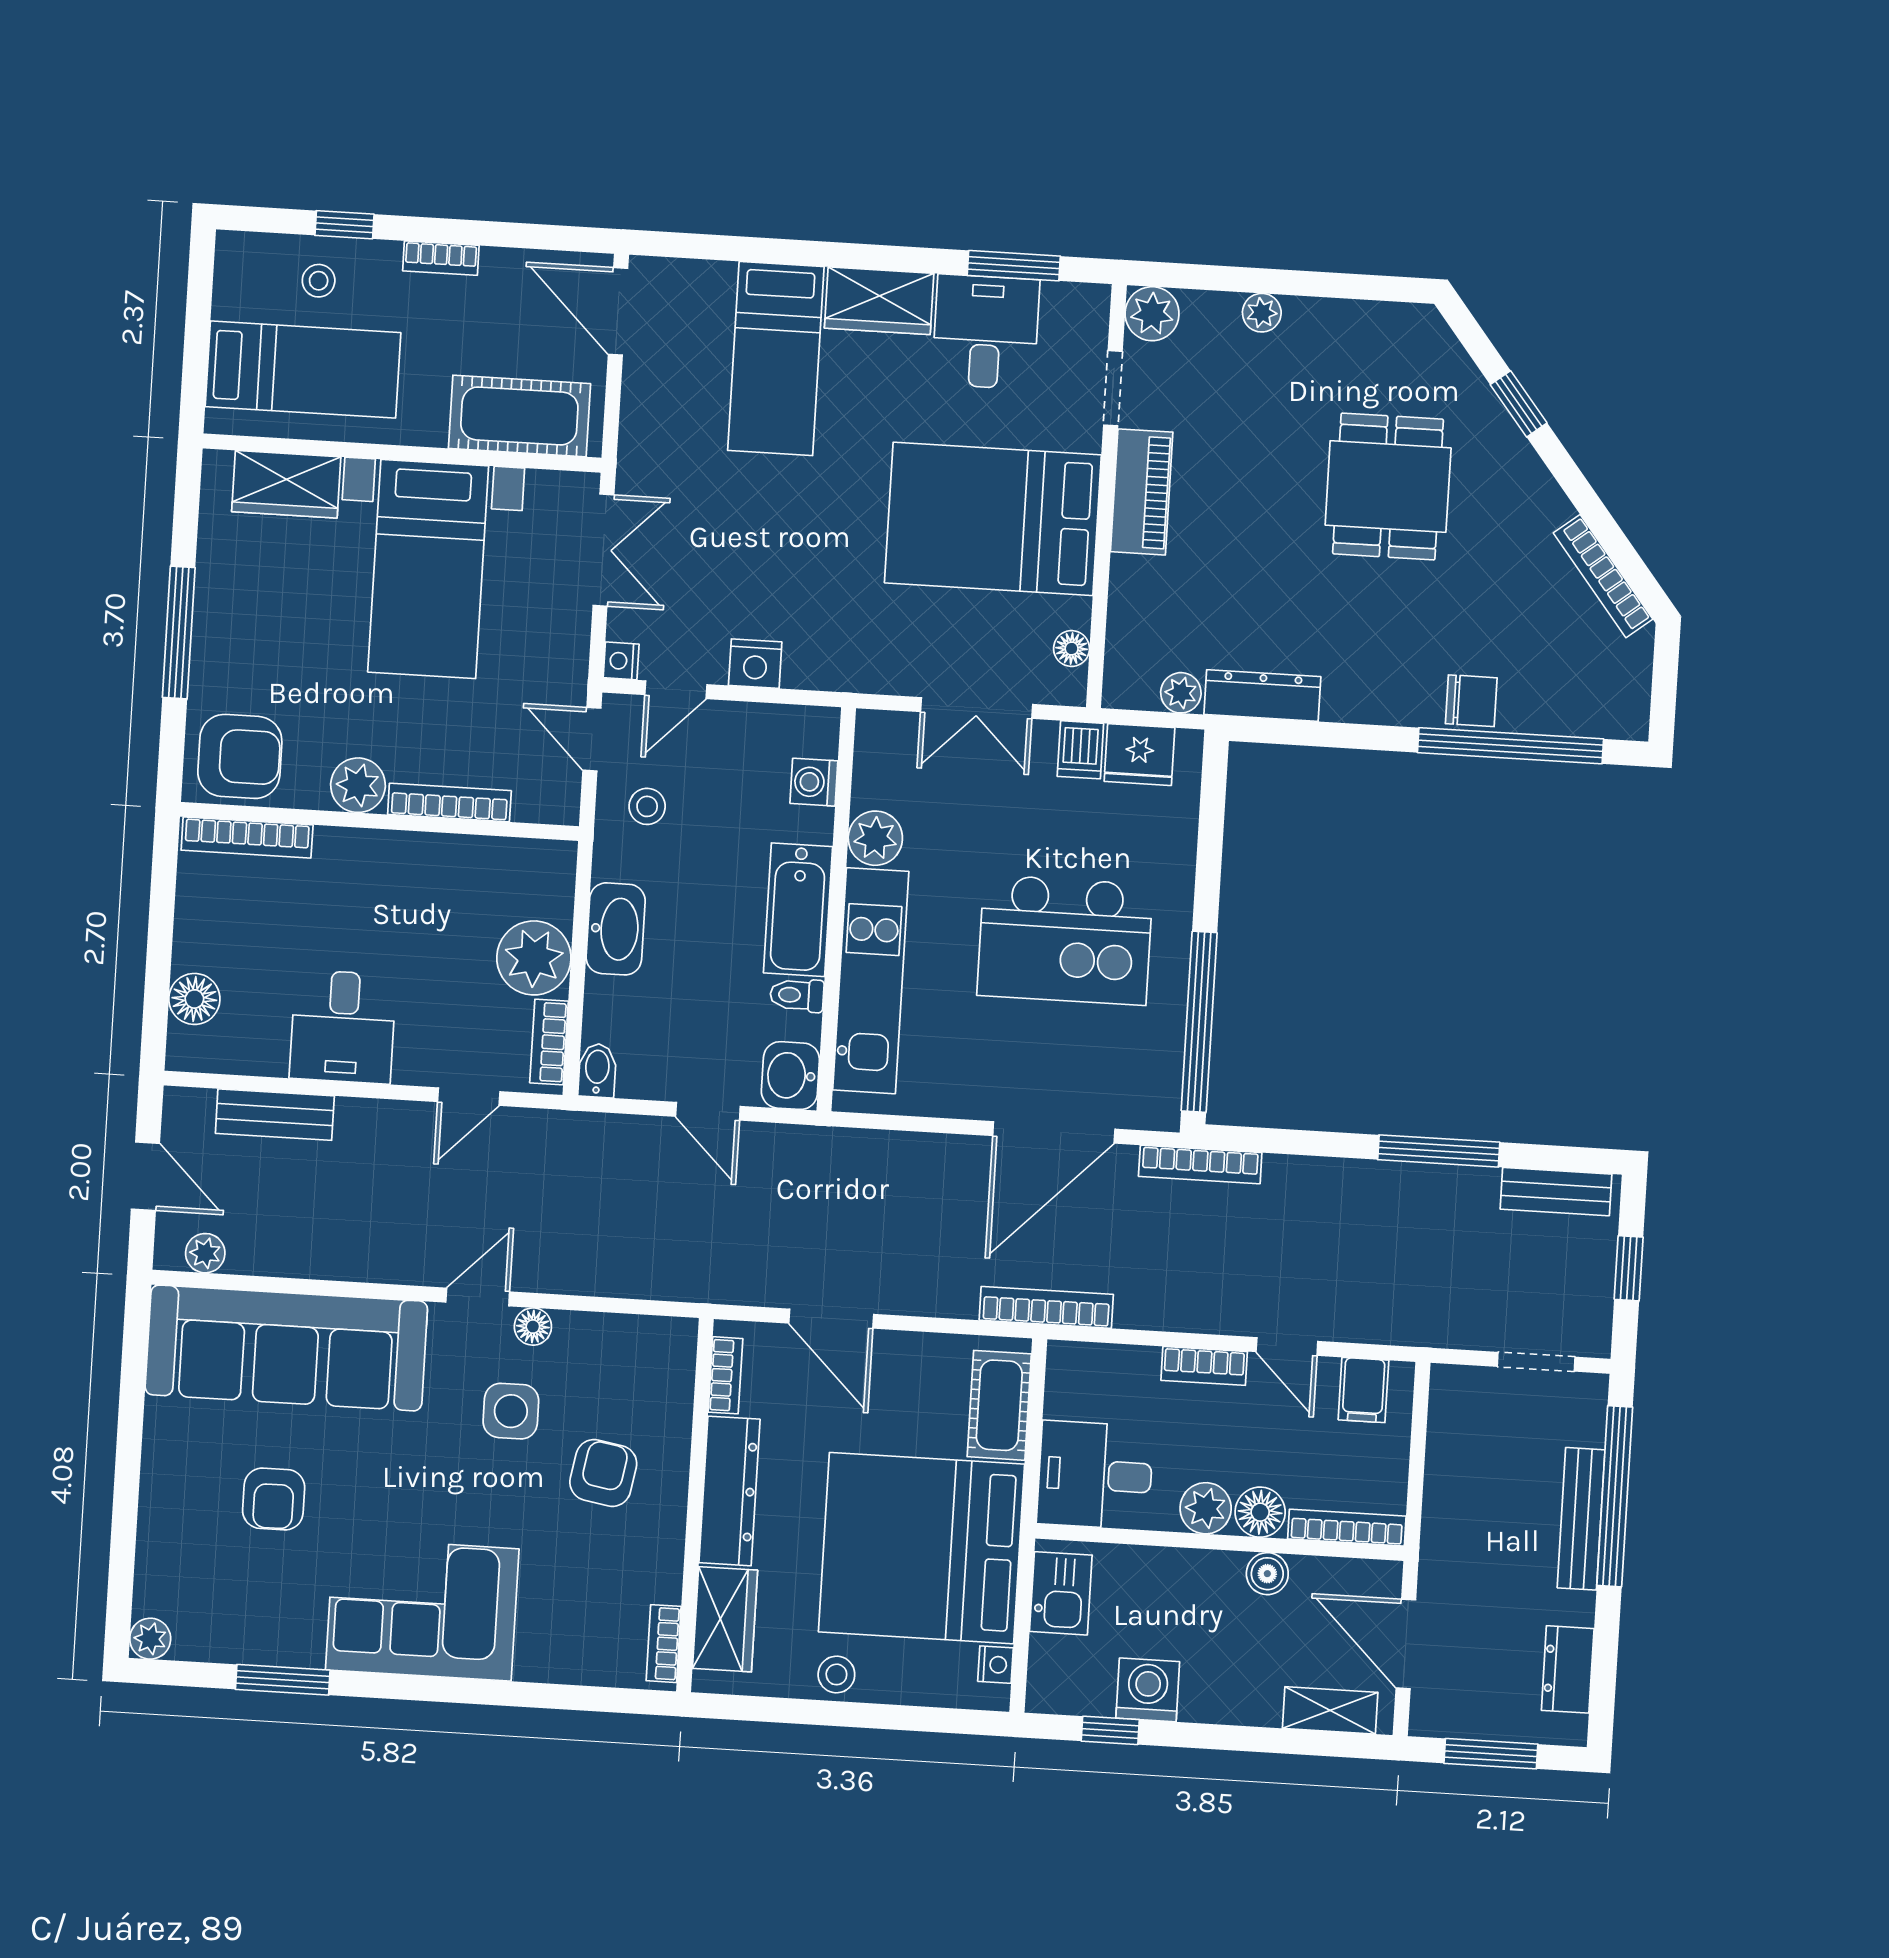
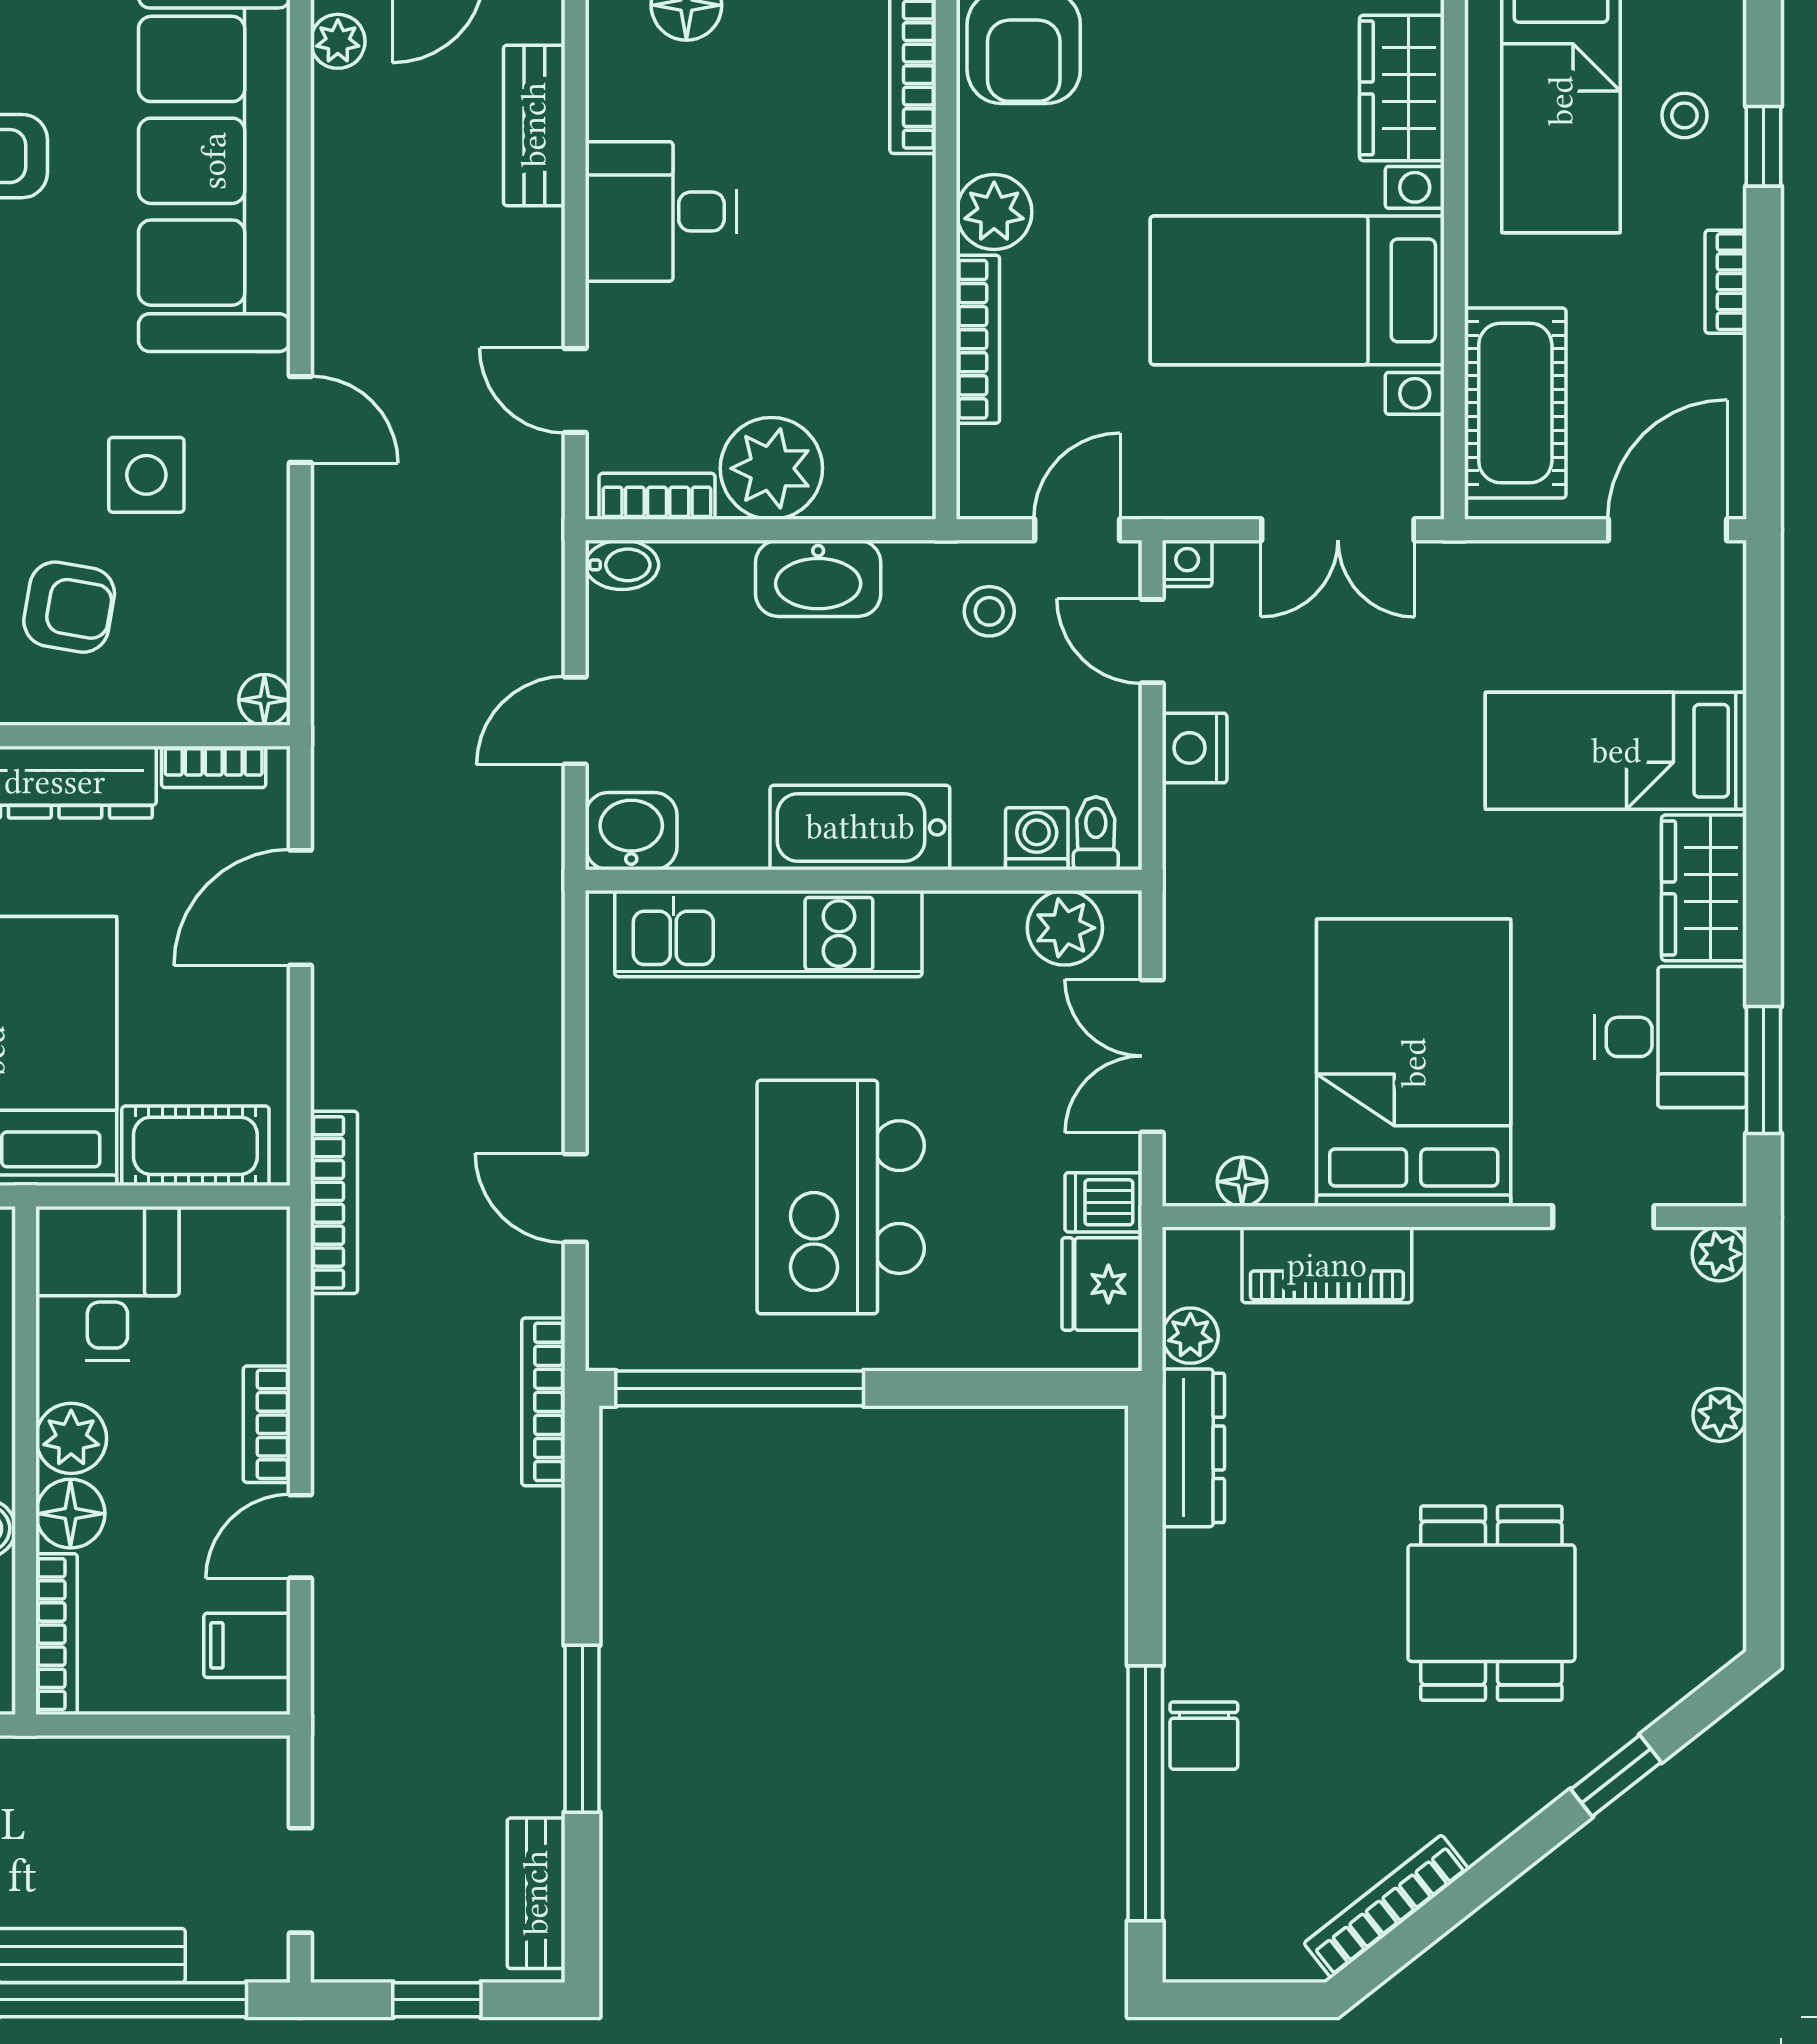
plant: (1152, 314) -> (1719, 1254), width x0.73, depth x0.73
dining table: (1388, 486) -> (1491, 1603), turned 90
piano: (1142, 492) -> (1327, 1265), moved
plant: (875, 838) -> (1065, 928), moved
toilet: (797, 995) -> (1096, 833), moved
door: (1054, 1132) -> (575, 1198), width x0.53
floor lamp: (533, 1327) -> (264, 700), moved

